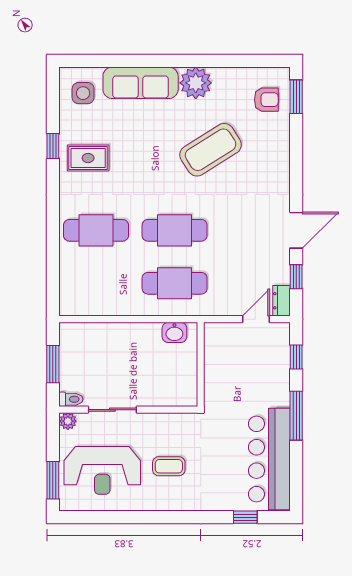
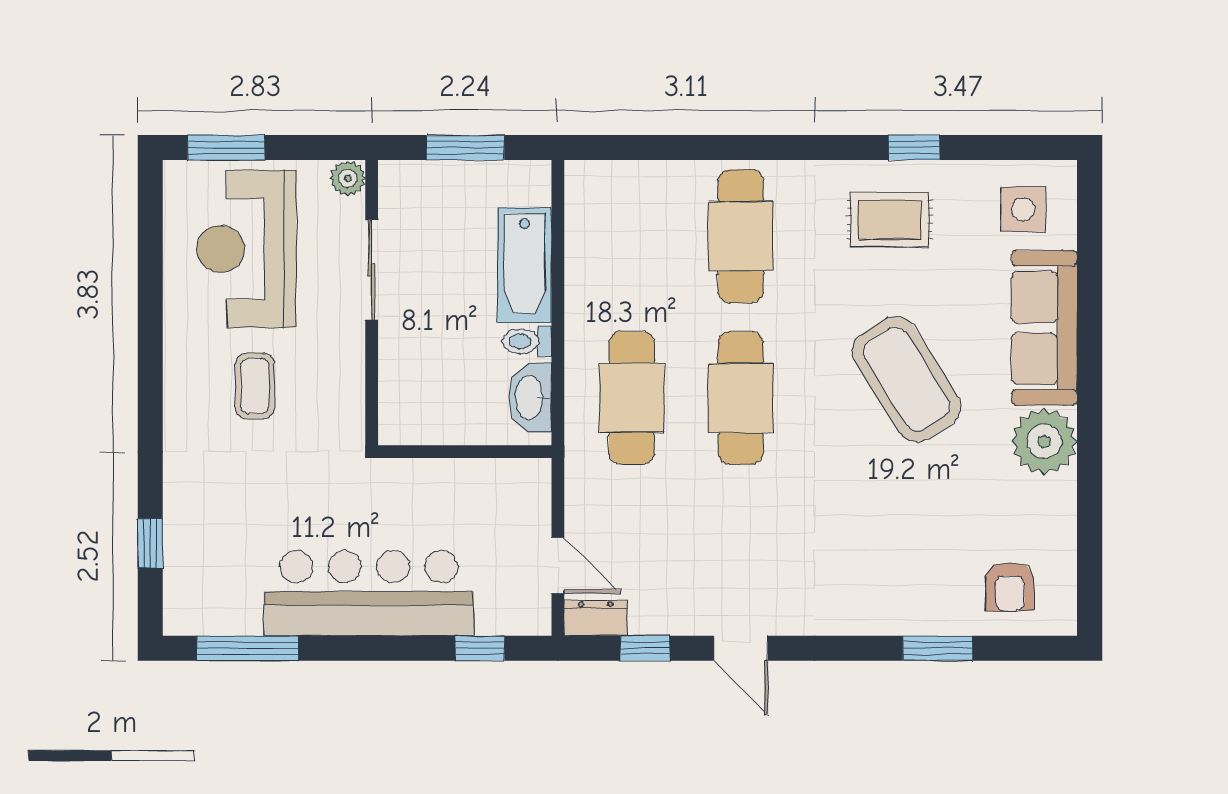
window: (296, 97) -> (938, 648), moved
coffee table: (211, 150) -> (906, 379), moved
rug: (88, 158) -> (890, 220), turned 90
door: (296, 230) -> (741, 648), width x0.73
washbasin: (174, 332) -> (530, 398), width x1.38
bathtub: (110, 335) -> (524, 265), added
toilet: (71, 399) -> (527, 341), moved, turned 90
window: (296, 416) -> (248, 648), moved
bar counter: (269, 459) -> (369, 593), moved

